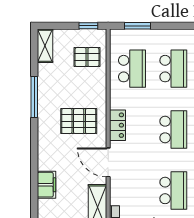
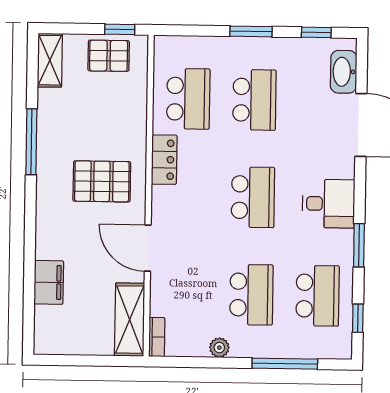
window: (137, 26) -> (251, 31), moved
pallet: (87, 57) -> (109, 56), moved
locker: (117, 125) -> (164, 160), moved

